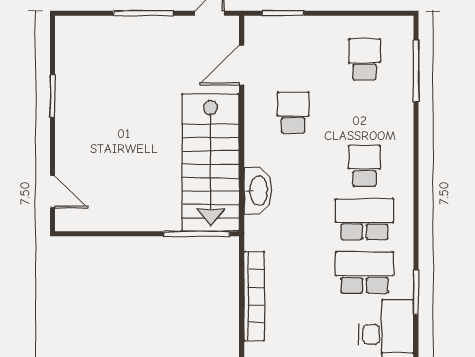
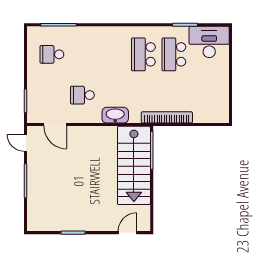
stairs: (211, 163) -> (134, 165), moved, turned 90
school desk: (364, 166) -> (113, 54), removed
washbasin: (258, 191) -> (115, 115), moved
bookcase: (254, 296) -> (167, 117), moved

